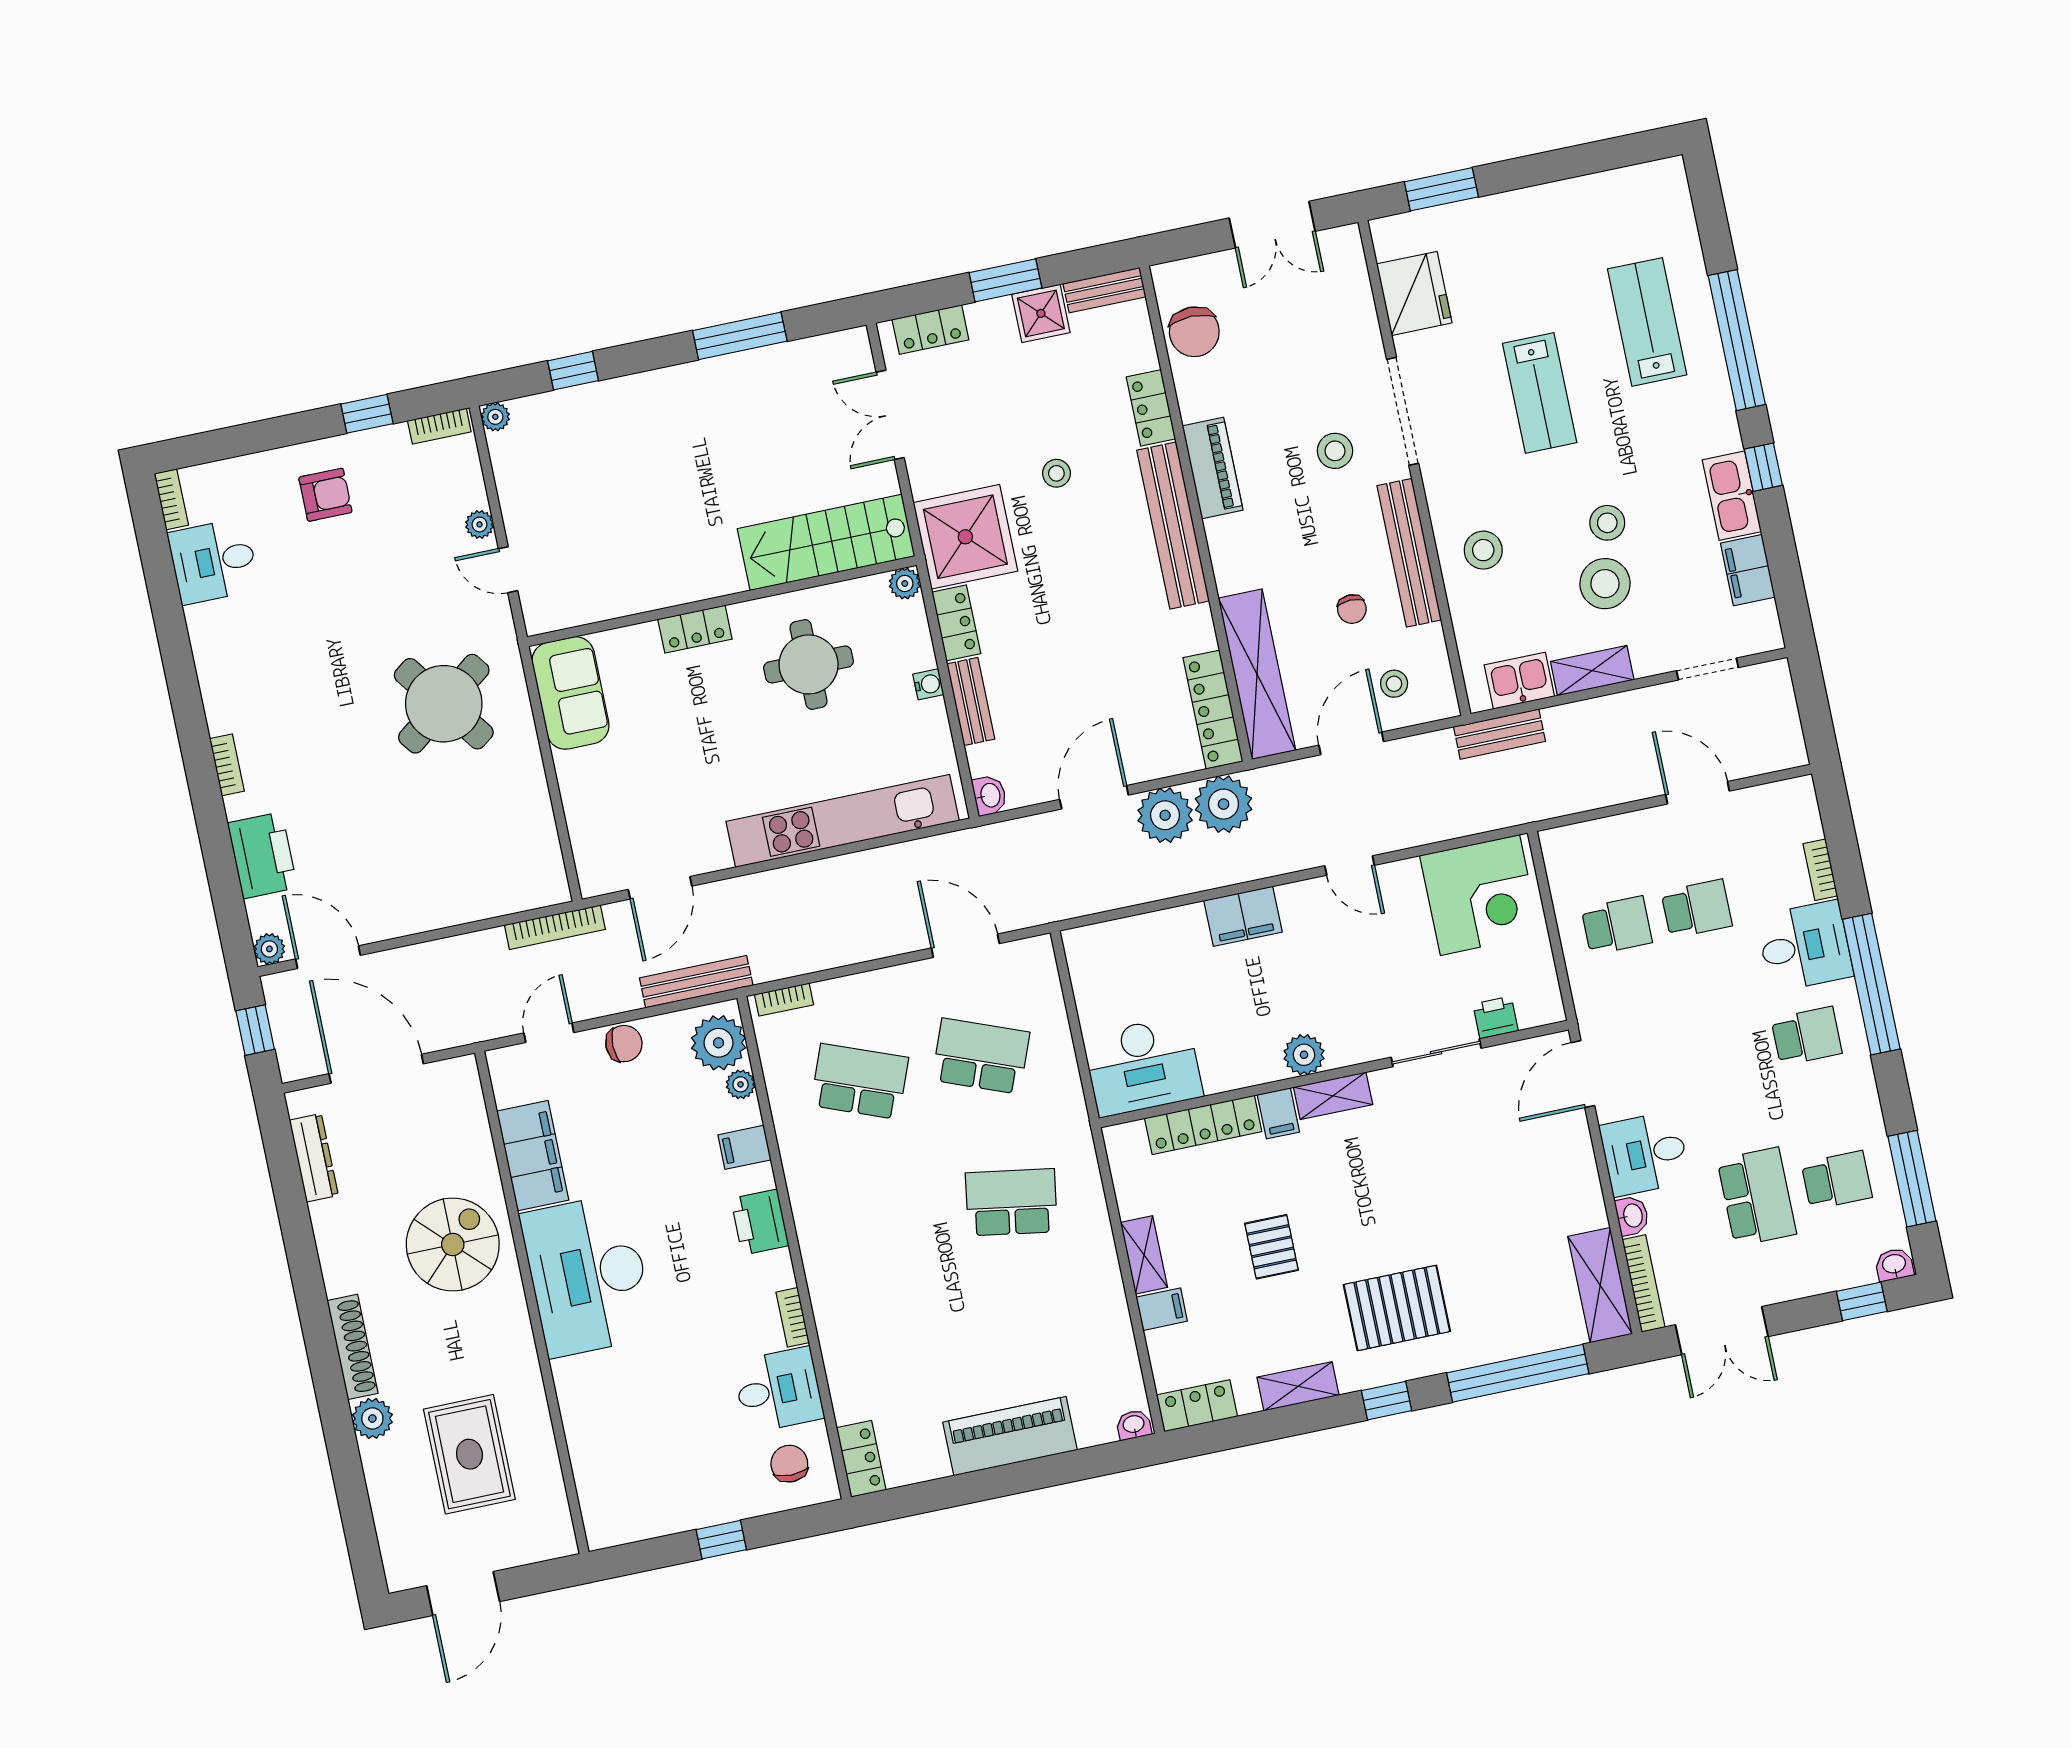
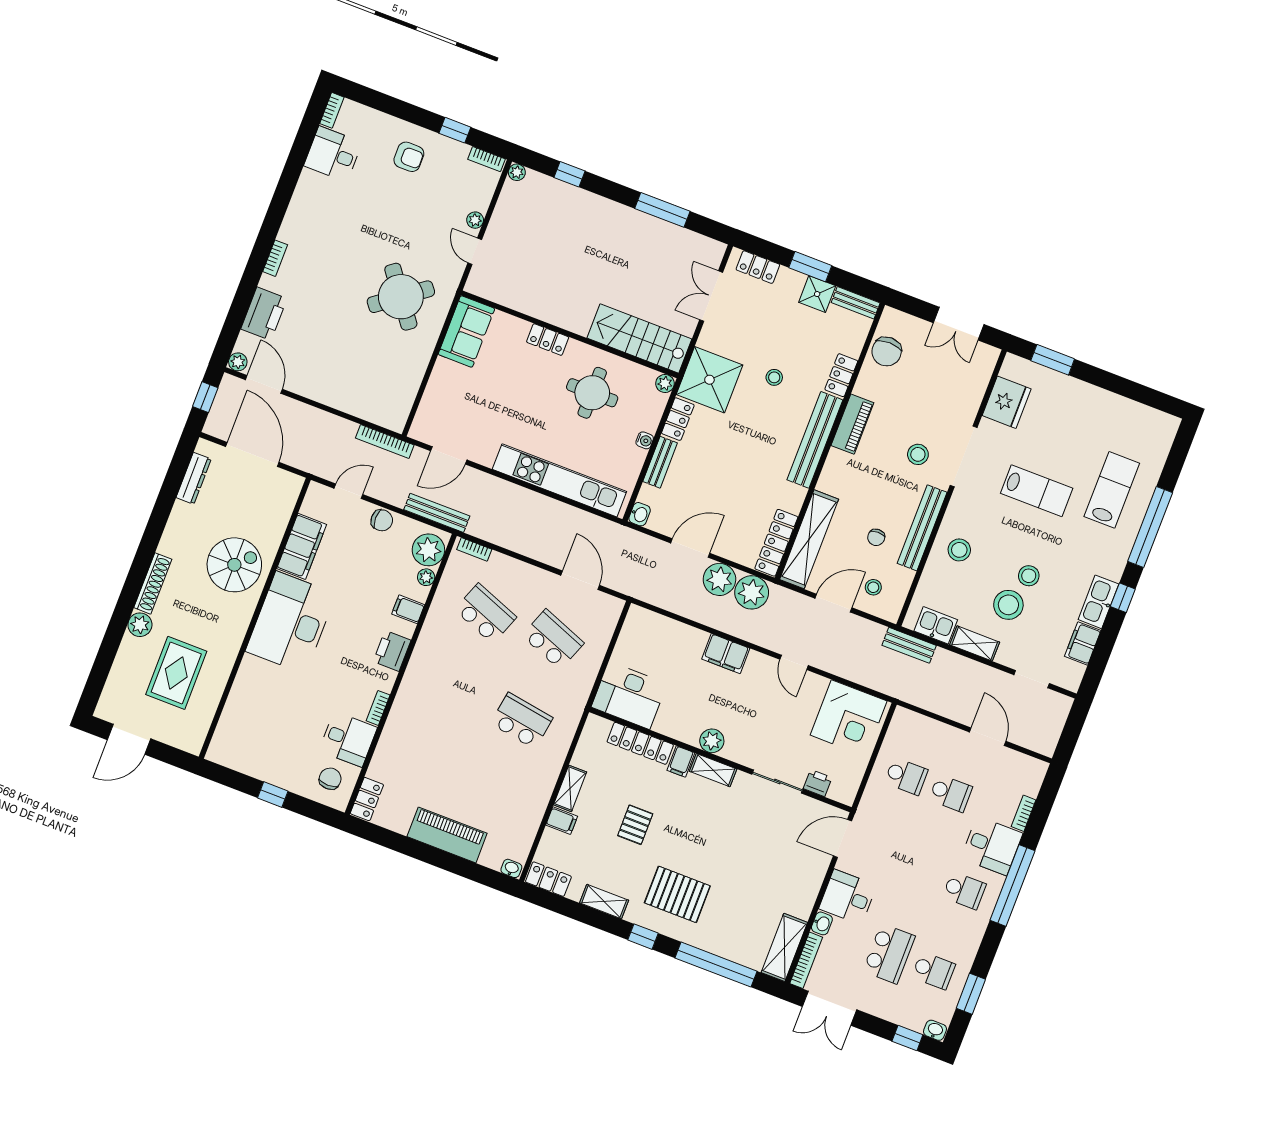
lab bench: (1540, 393) -> (1037, 491), turned -90
window: (1912, 1179) -> (971, 994), width x0.69

